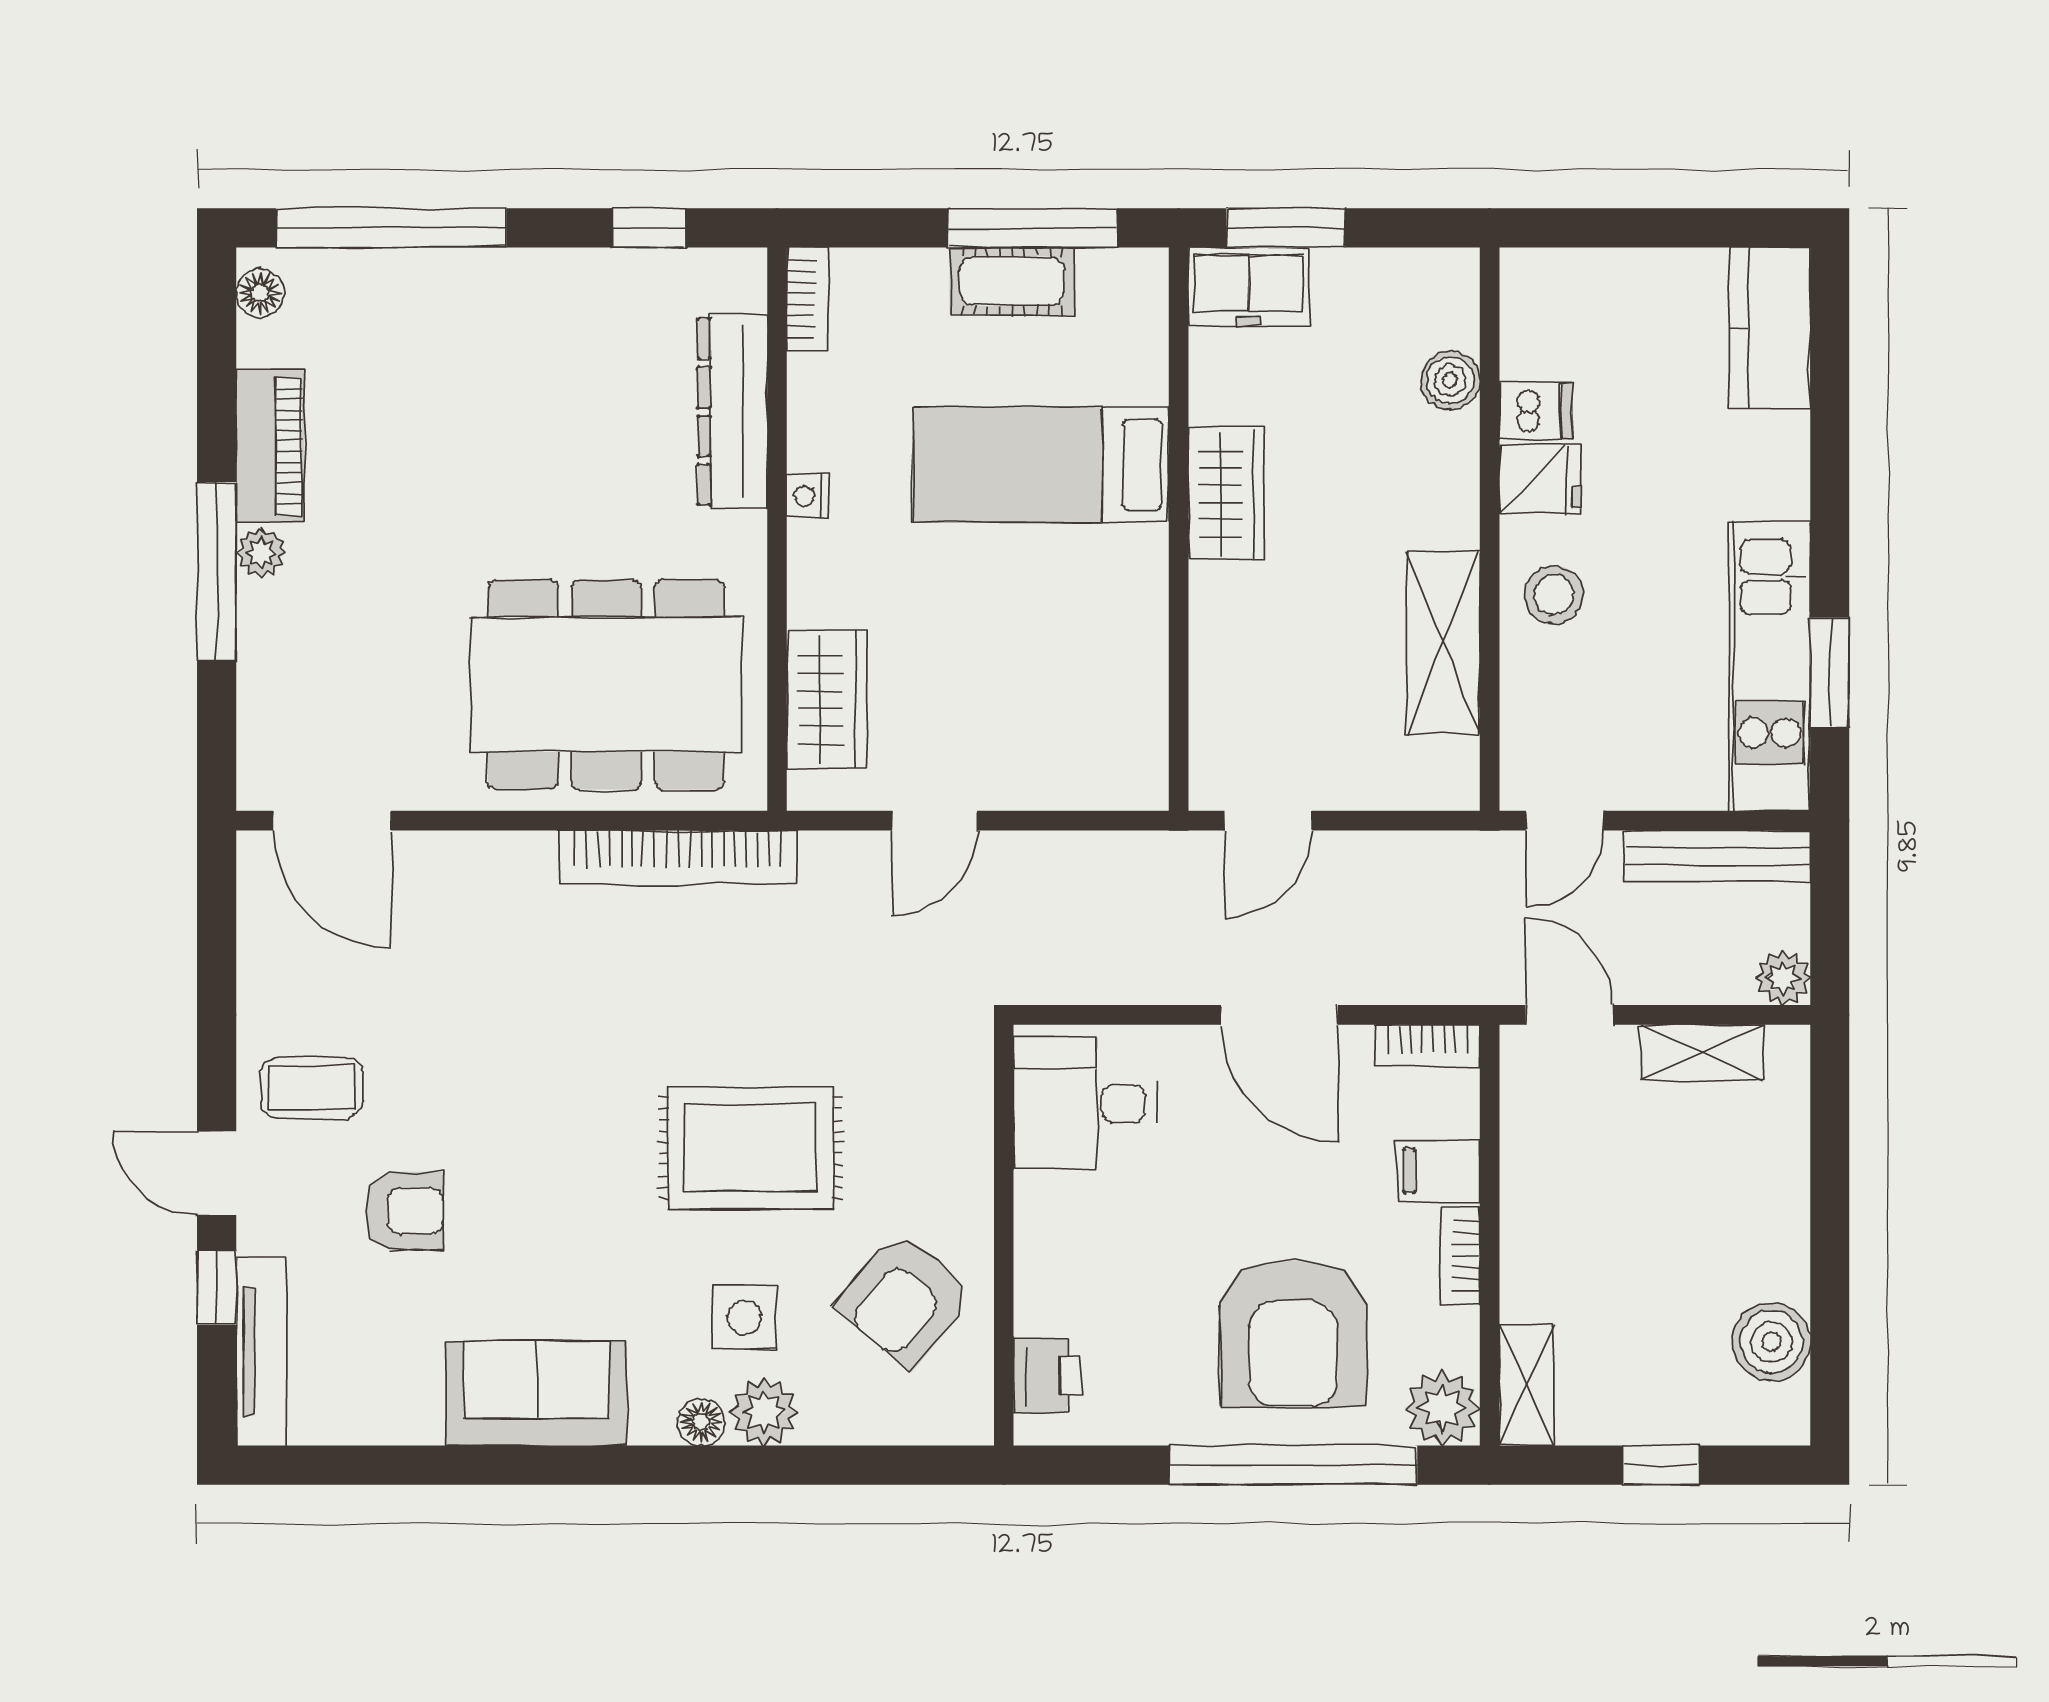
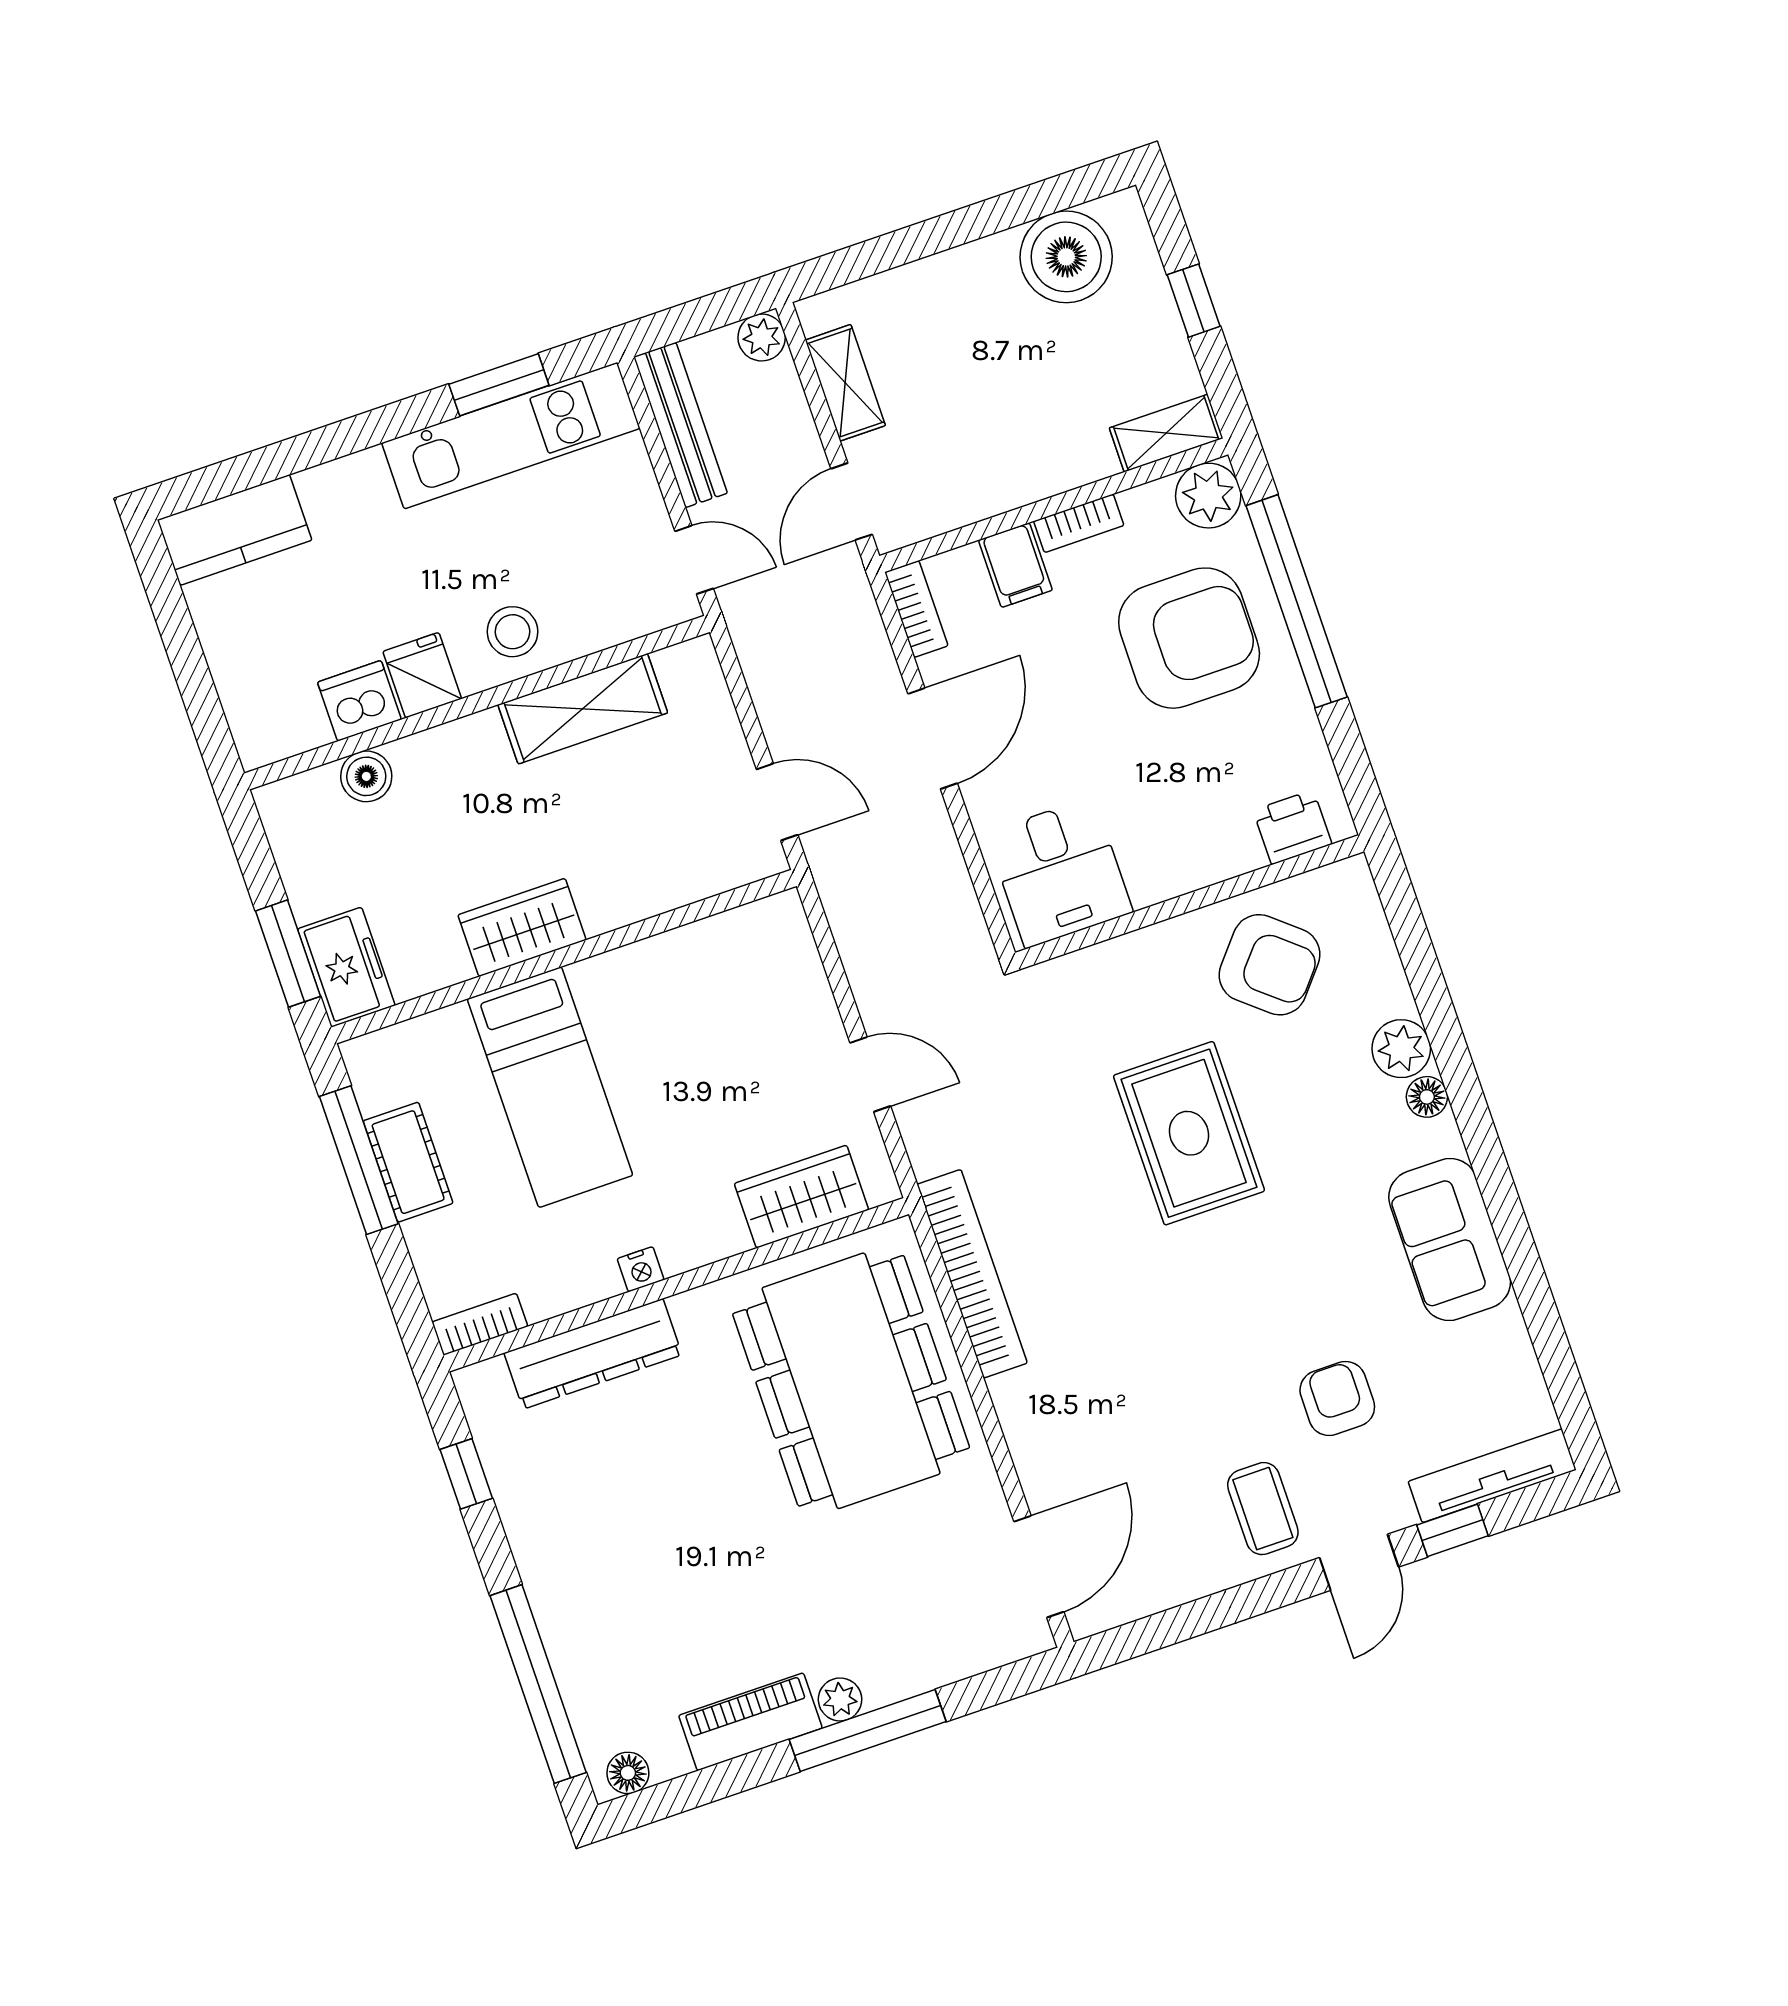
dishwasher: (1536, 412) -> (359, 701), width x1.38
side table: (744, 1317) -> (1329, 1091), removed
boiler: (1771, 1342) -> (1066, 257), width x1.37, depth x1.37

